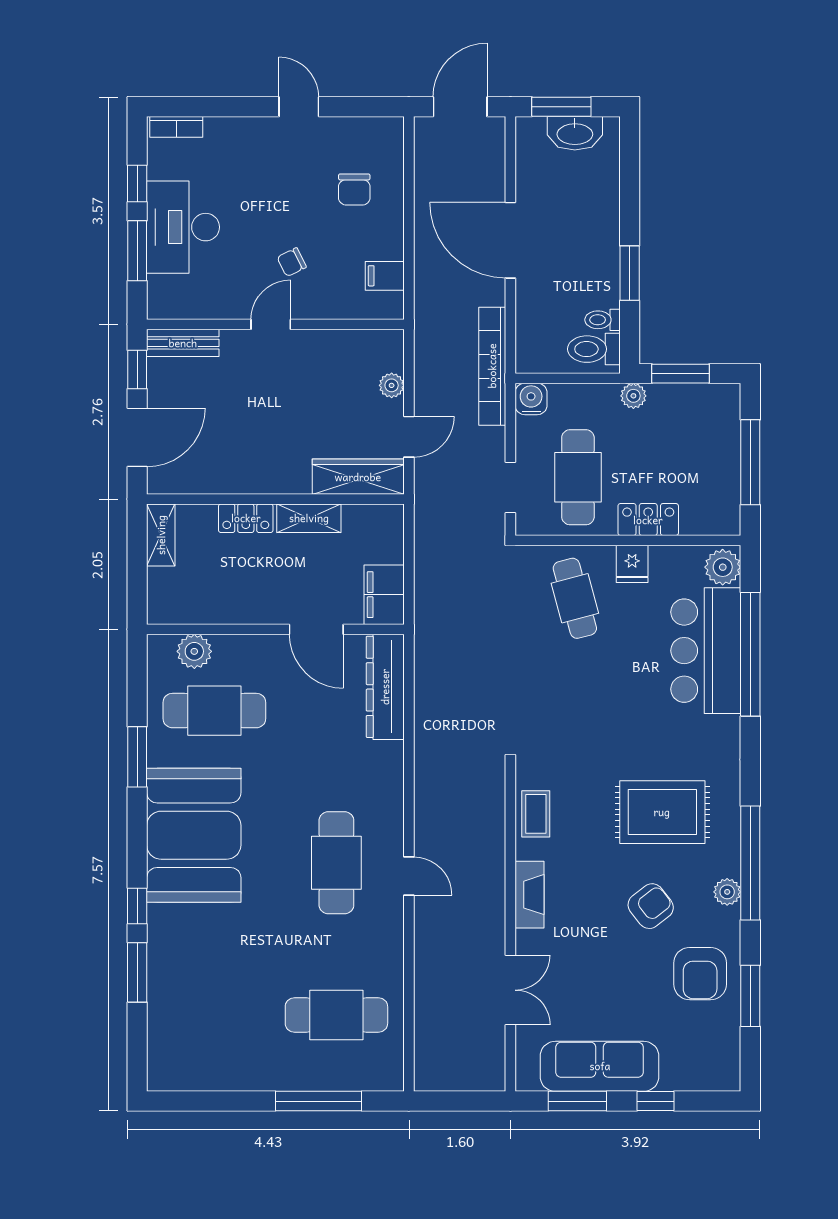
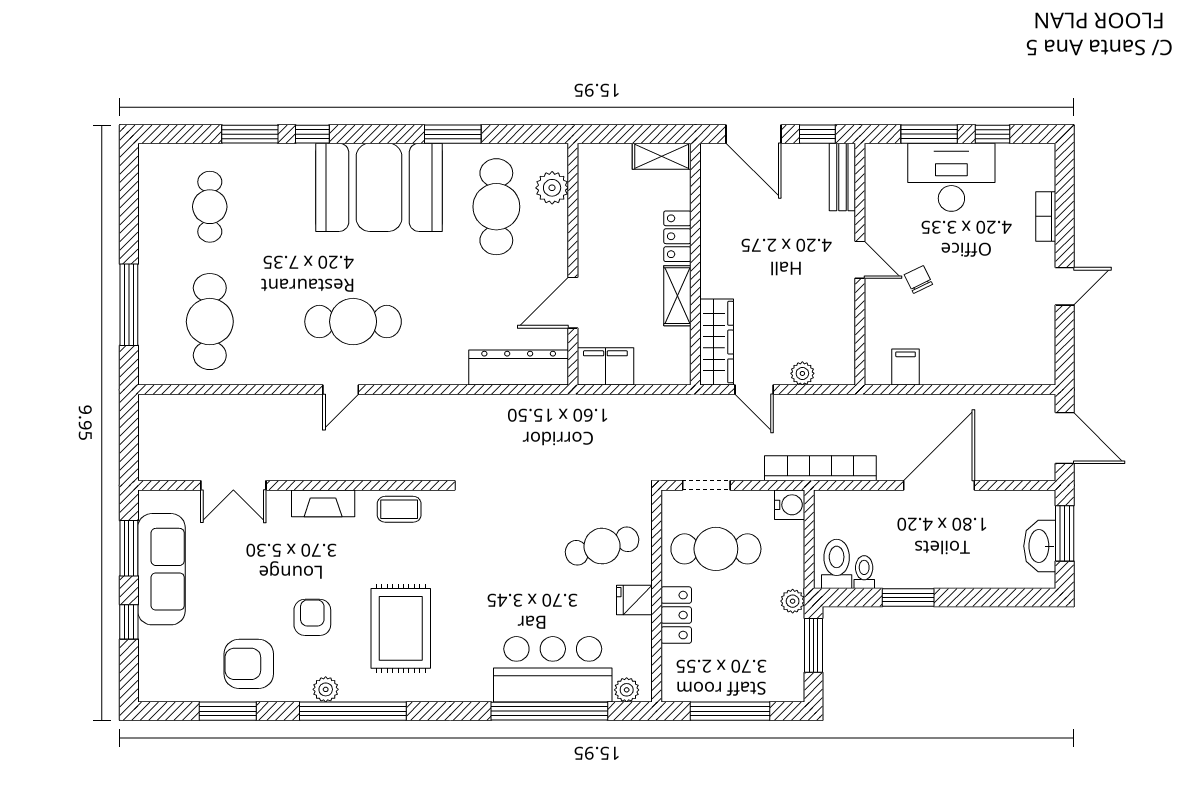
bookcase: (176, 127) -> (1046, 216), moved
chair: (354, 189) -> (987, 338), removed
plant: (723, 567) -> (627, 690), width x0.73, depth x0.73
armchair: (651, 906) -> (312, 617), turned -142
cafe table: (214, 1015) -> (210, 207), added

